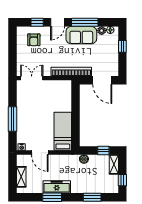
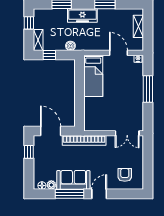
window: (37, 22) -> (121, 194), removed
window: (122, 46) -> (29, 152), moved
freezer: (57, 187) -> (82, 16), moved

